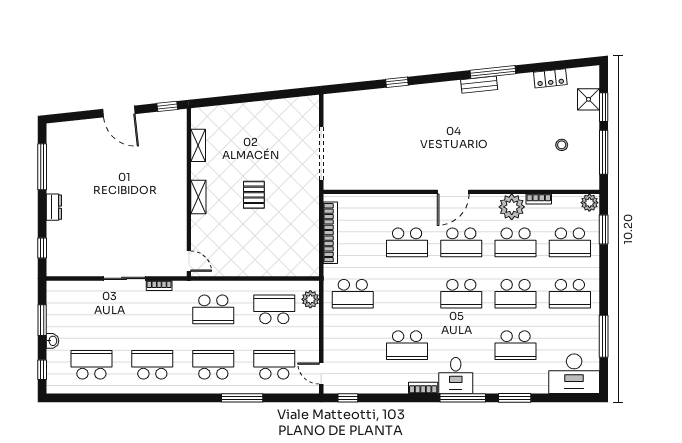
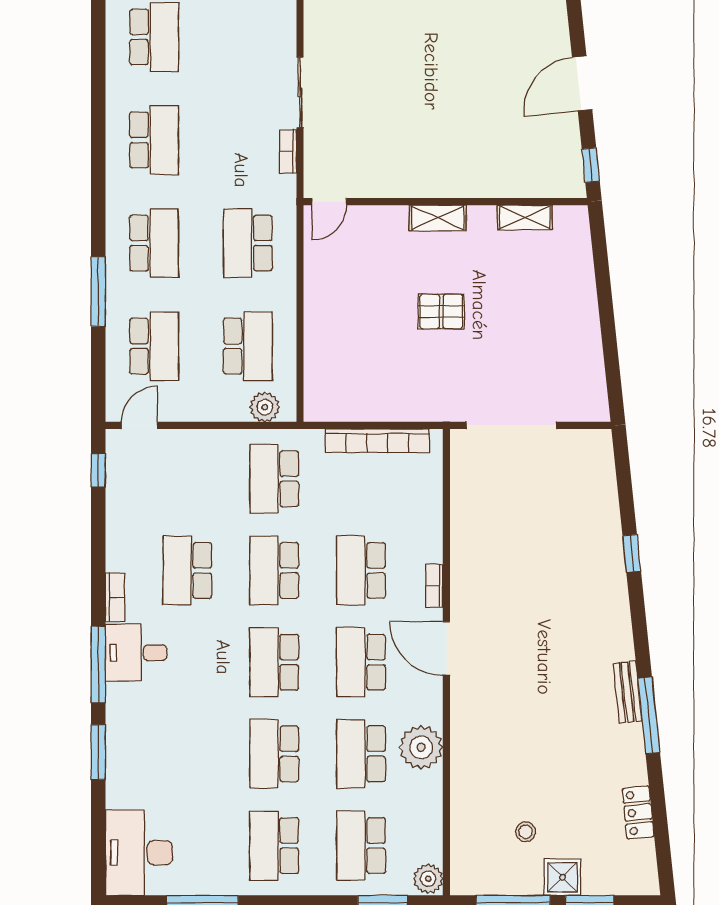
shower: (589, 99) -> (563, 877), moved
bookcase: (539, 199) -> (434, 586), moved
school desk: (516, 345) -> (274, 570), moved

